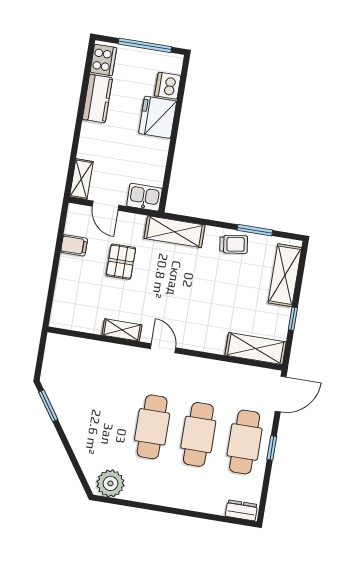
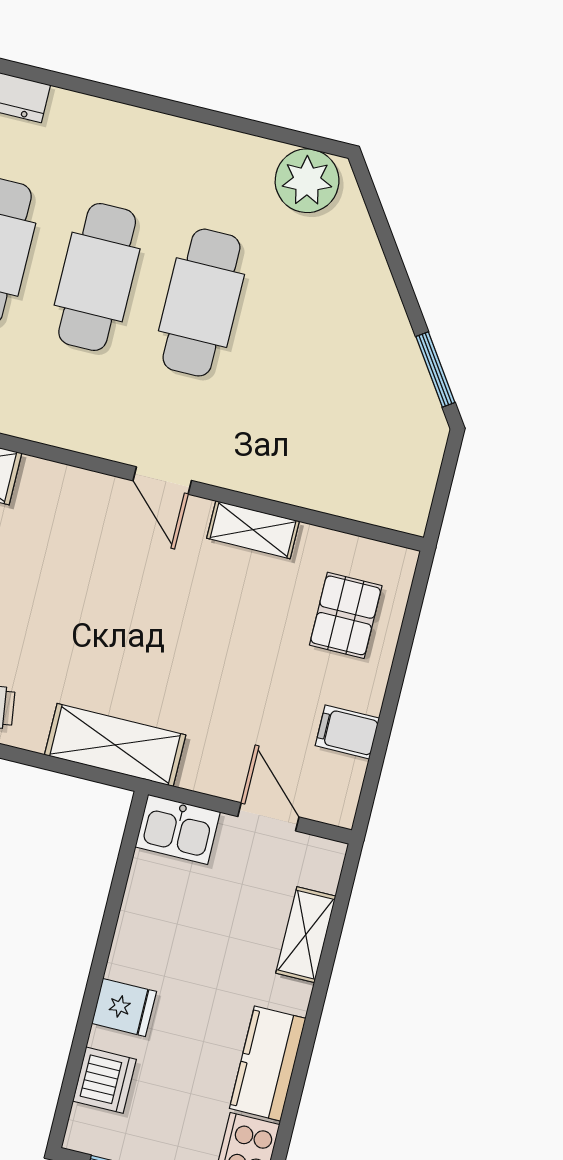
fridge: (158, 117) -> (124, 1007), width x0.53, depth x0.75
shelving: (81, 179) -> (306, 935), moved
pallet: (121, 262) -> (346, 615), moved

